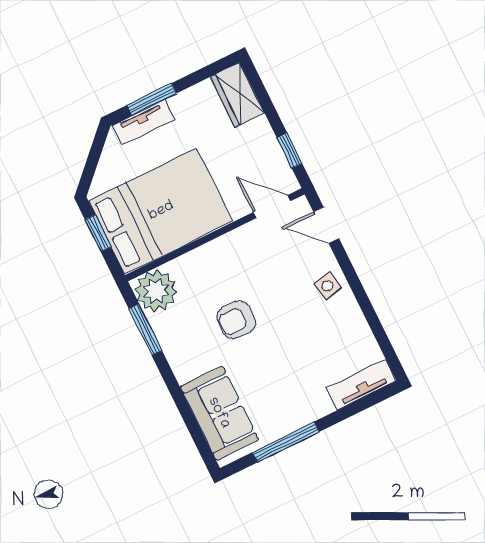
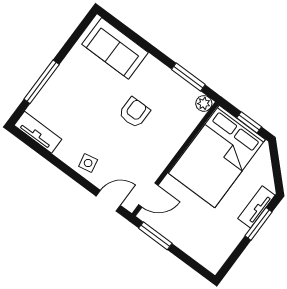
wardrobe: (237, 95) -> (206, 254), removed
window: (289, 151) -> (155, 236), width x1.50
plant: (156, 291) -> (204, 103), width x0.53, depth x0.53
tv unit: (361, 384) -> (38, 132), moved, turned -90
window: (286, 442) -> (42, 82), moved

